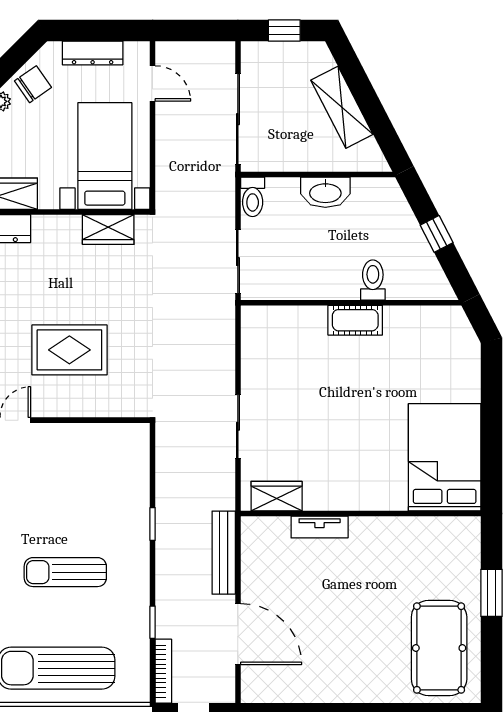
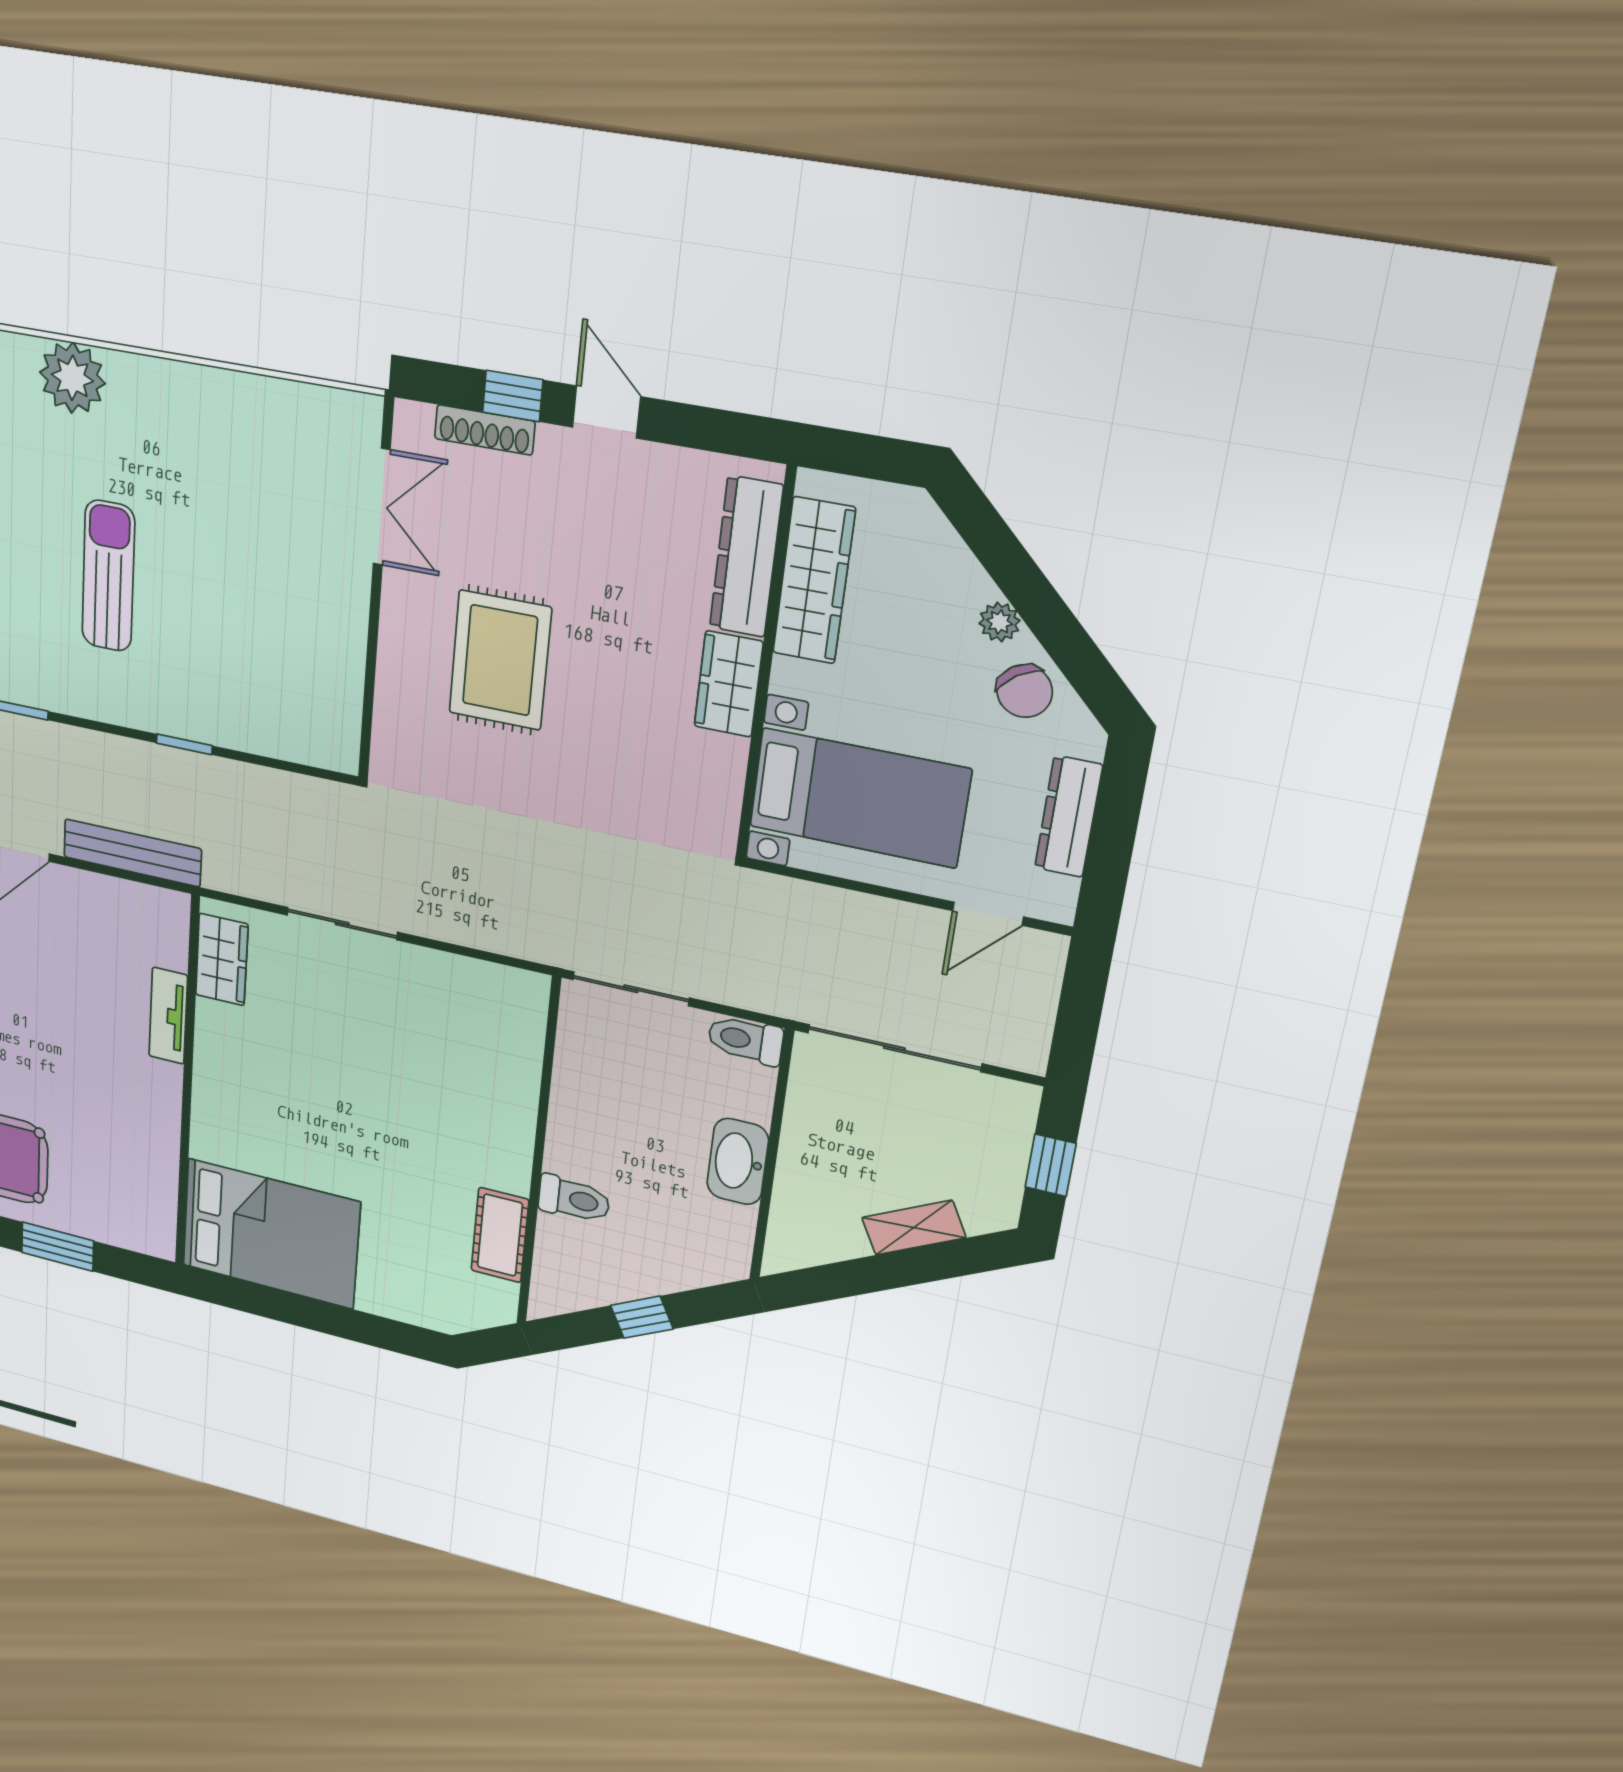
shelving: (342, 107) -> (914, 1228), width x0.67, depth x0.75
wardrobe: (108, 230) -> (729, 684), moved
cot: (355, 320) -> (500, 1235), moved

